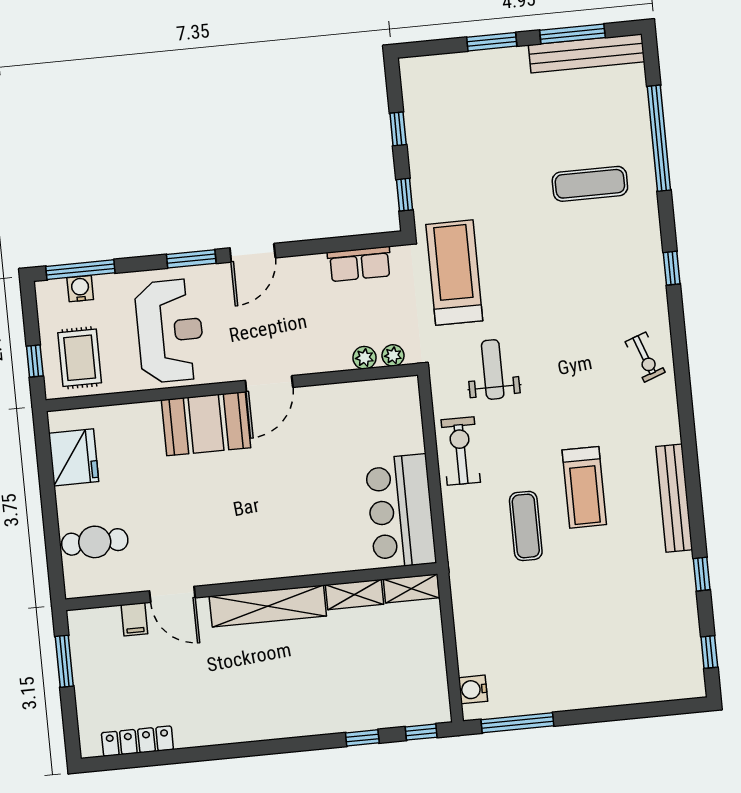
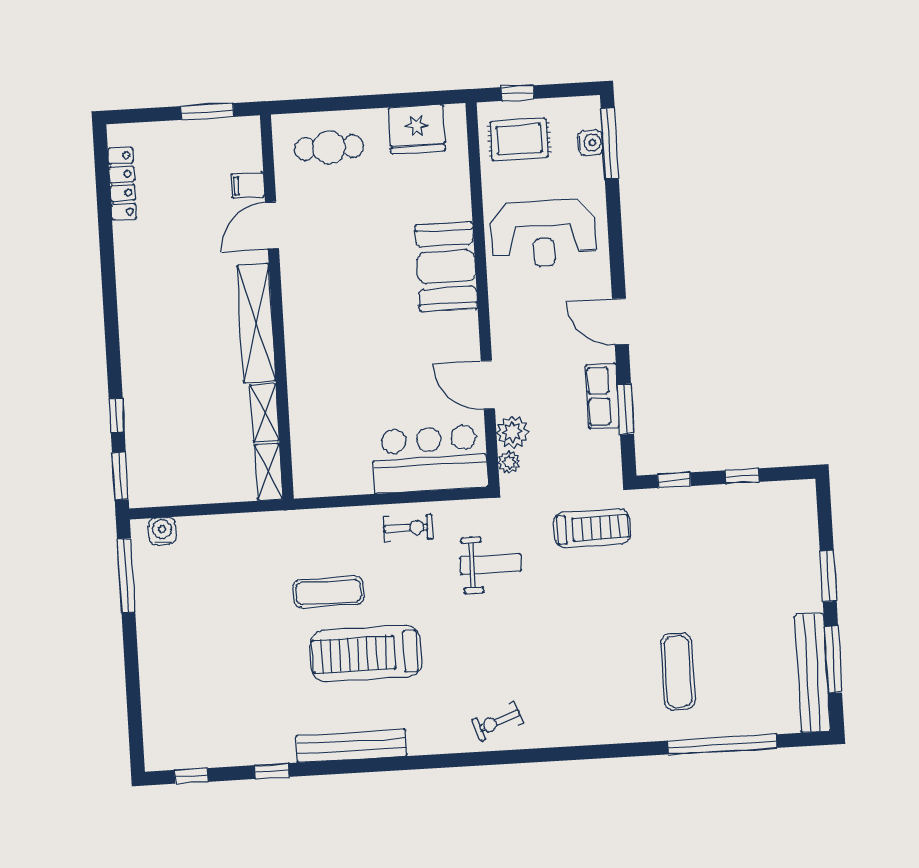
window: (191, 259) -> (626, 409), moved
row of seats: (360, 264) -> (603, 396), moved
window: (672, 268) -> (588, 752), removed
treadmill: (454, 273) -> (592, 528), width x0.73, depth x0.73
plant: (364, 358) -> (512, 432), width x1.38, depth x1.38
door: (269, 384) -> (488, 385), moved
exercise bike: (461, 451) -> (408, 528), width x0.73, depth x0.72
treadmill: (584, 487) -> (366, 654), width x1.37, depth x1.38
bar counter: (401, 511) -> (430, 459), moved
cafe table: (95, 542) -> (329, 148), turned 90
window: (421, 732) -> (120, 476), width x1.50

